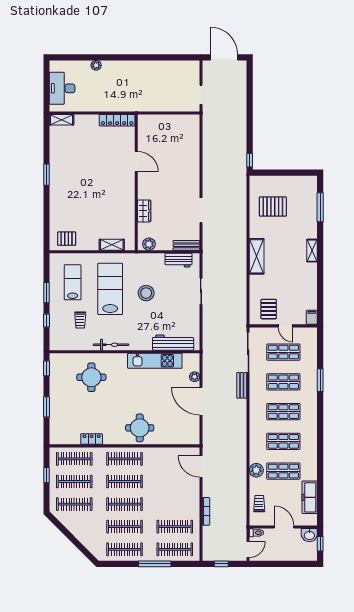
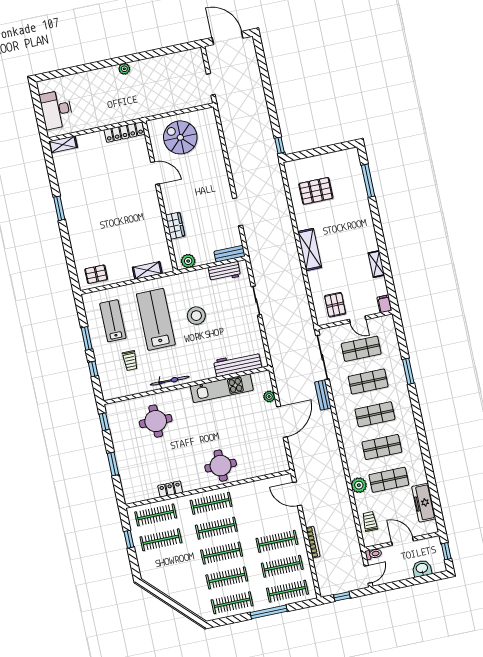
plant: (96, 65) -> (124, 69), moved
spiral stairs: (165, 135) -> (180, 137), added
shelving: (312, 251) -> (376, 264), moved
door: (201, 401) -> (282, 422), swing flipped
clothes rail: (74, 504) -> (277, 541), moved
washbasin: (309, 535) -> (422, 568), moved, turned 180

